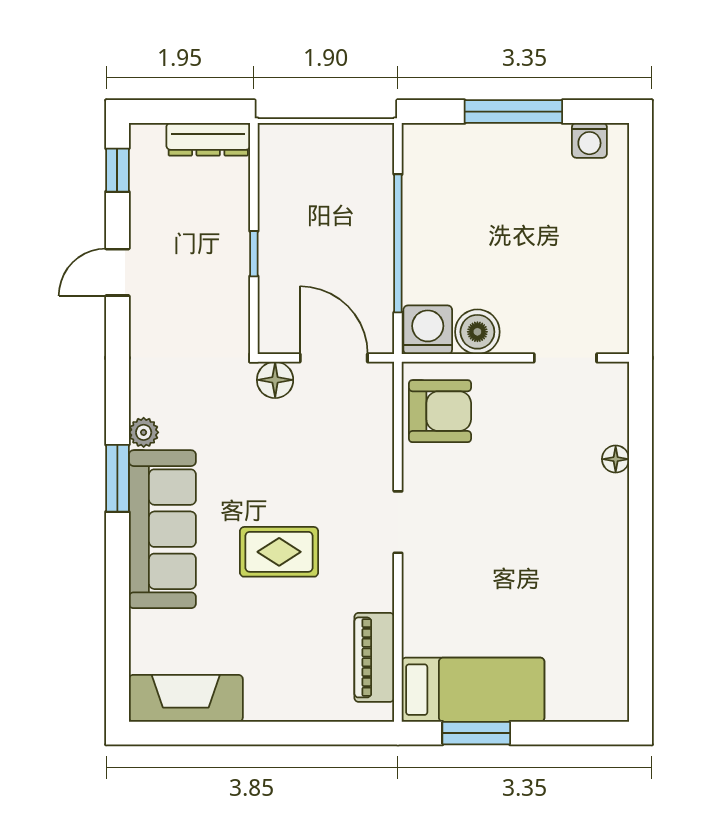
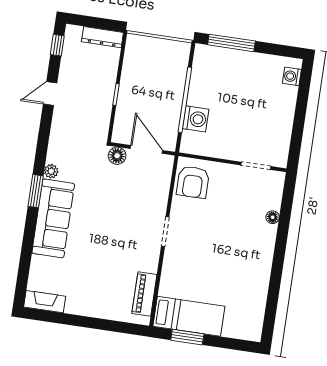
window: (513, 112) -> (231, 43), moved
washing machine: (589, 140) -> (292, 76), moved, turned 90
washing machine: (428, 330) -> (196, 119), moved, turned 90
boiler: (477, 332) -> (216, 147), removed
armchair: (440, 411) -> (193, 182), turned 90
rug: (279, 552) -> (107, 237), removed
fireplace: (186, 698) -> (45, 302), width x0.73, depth x0.76

